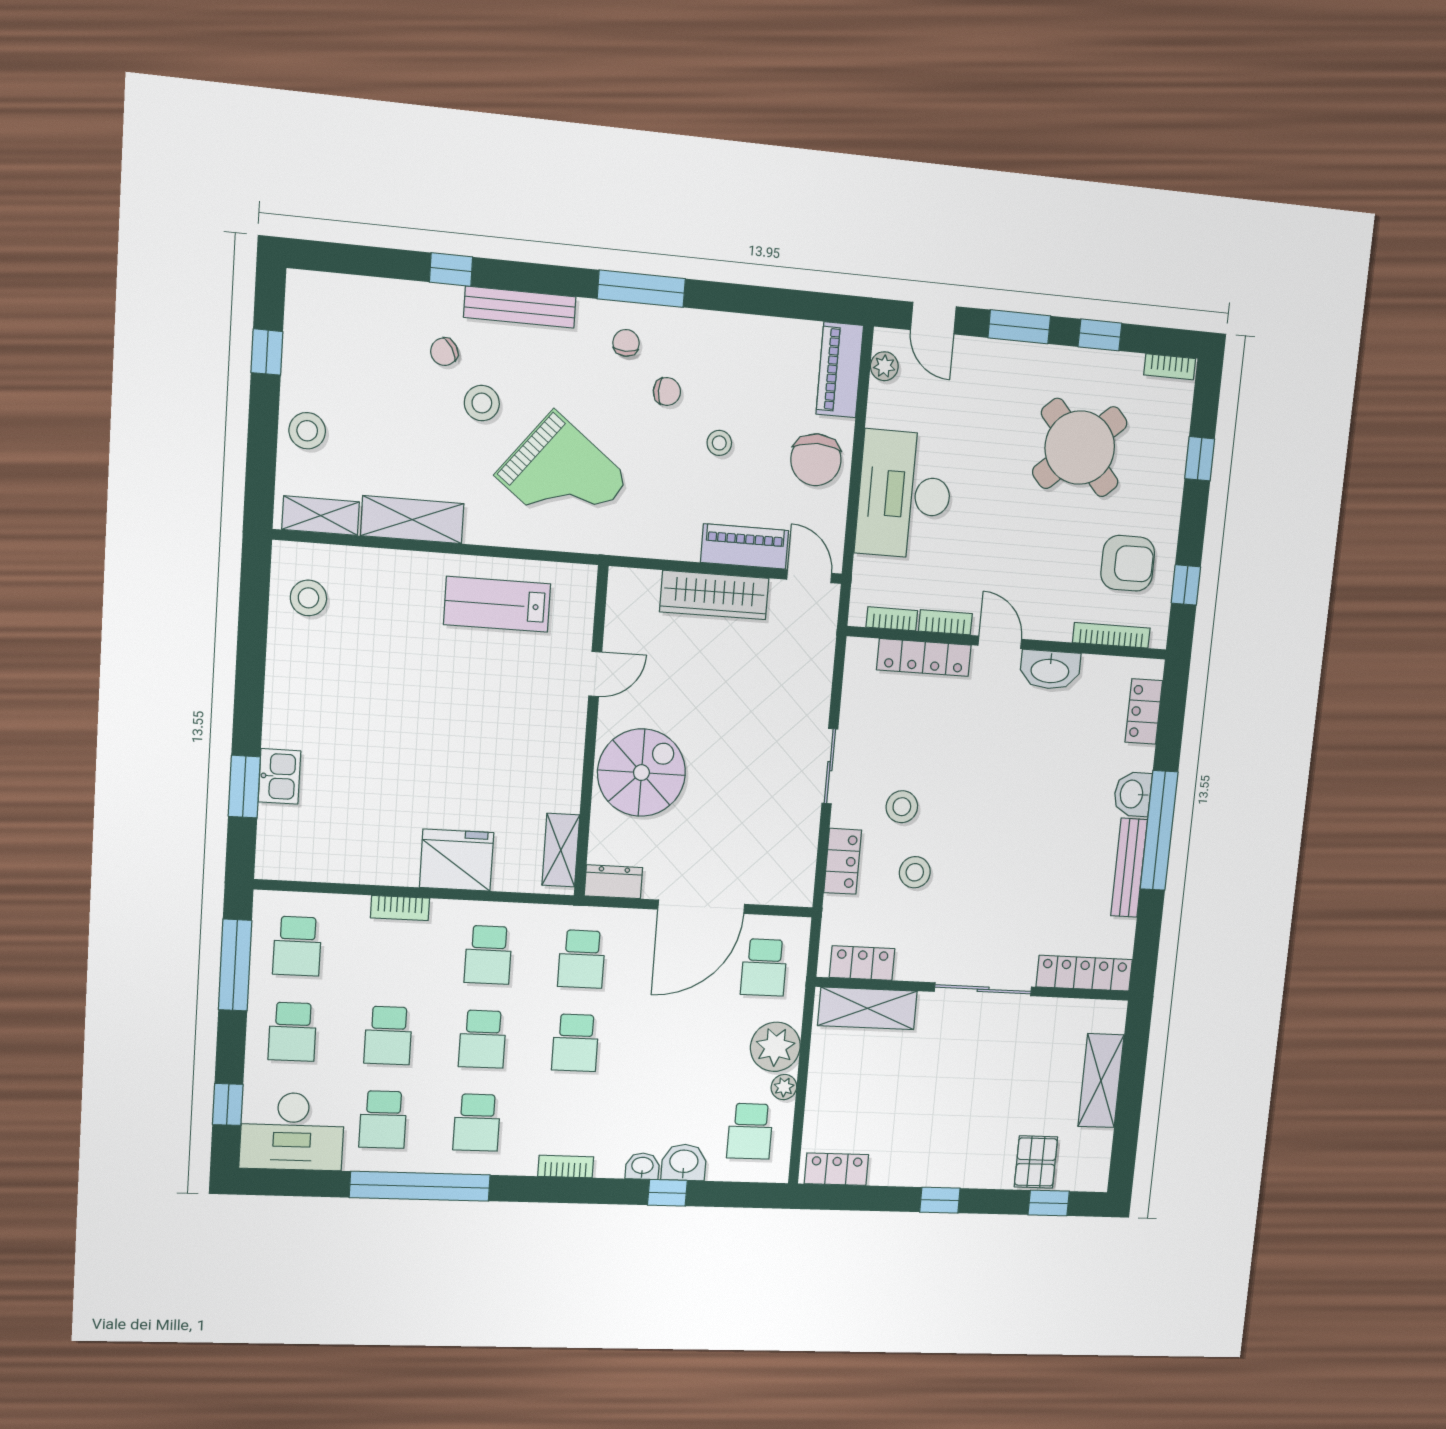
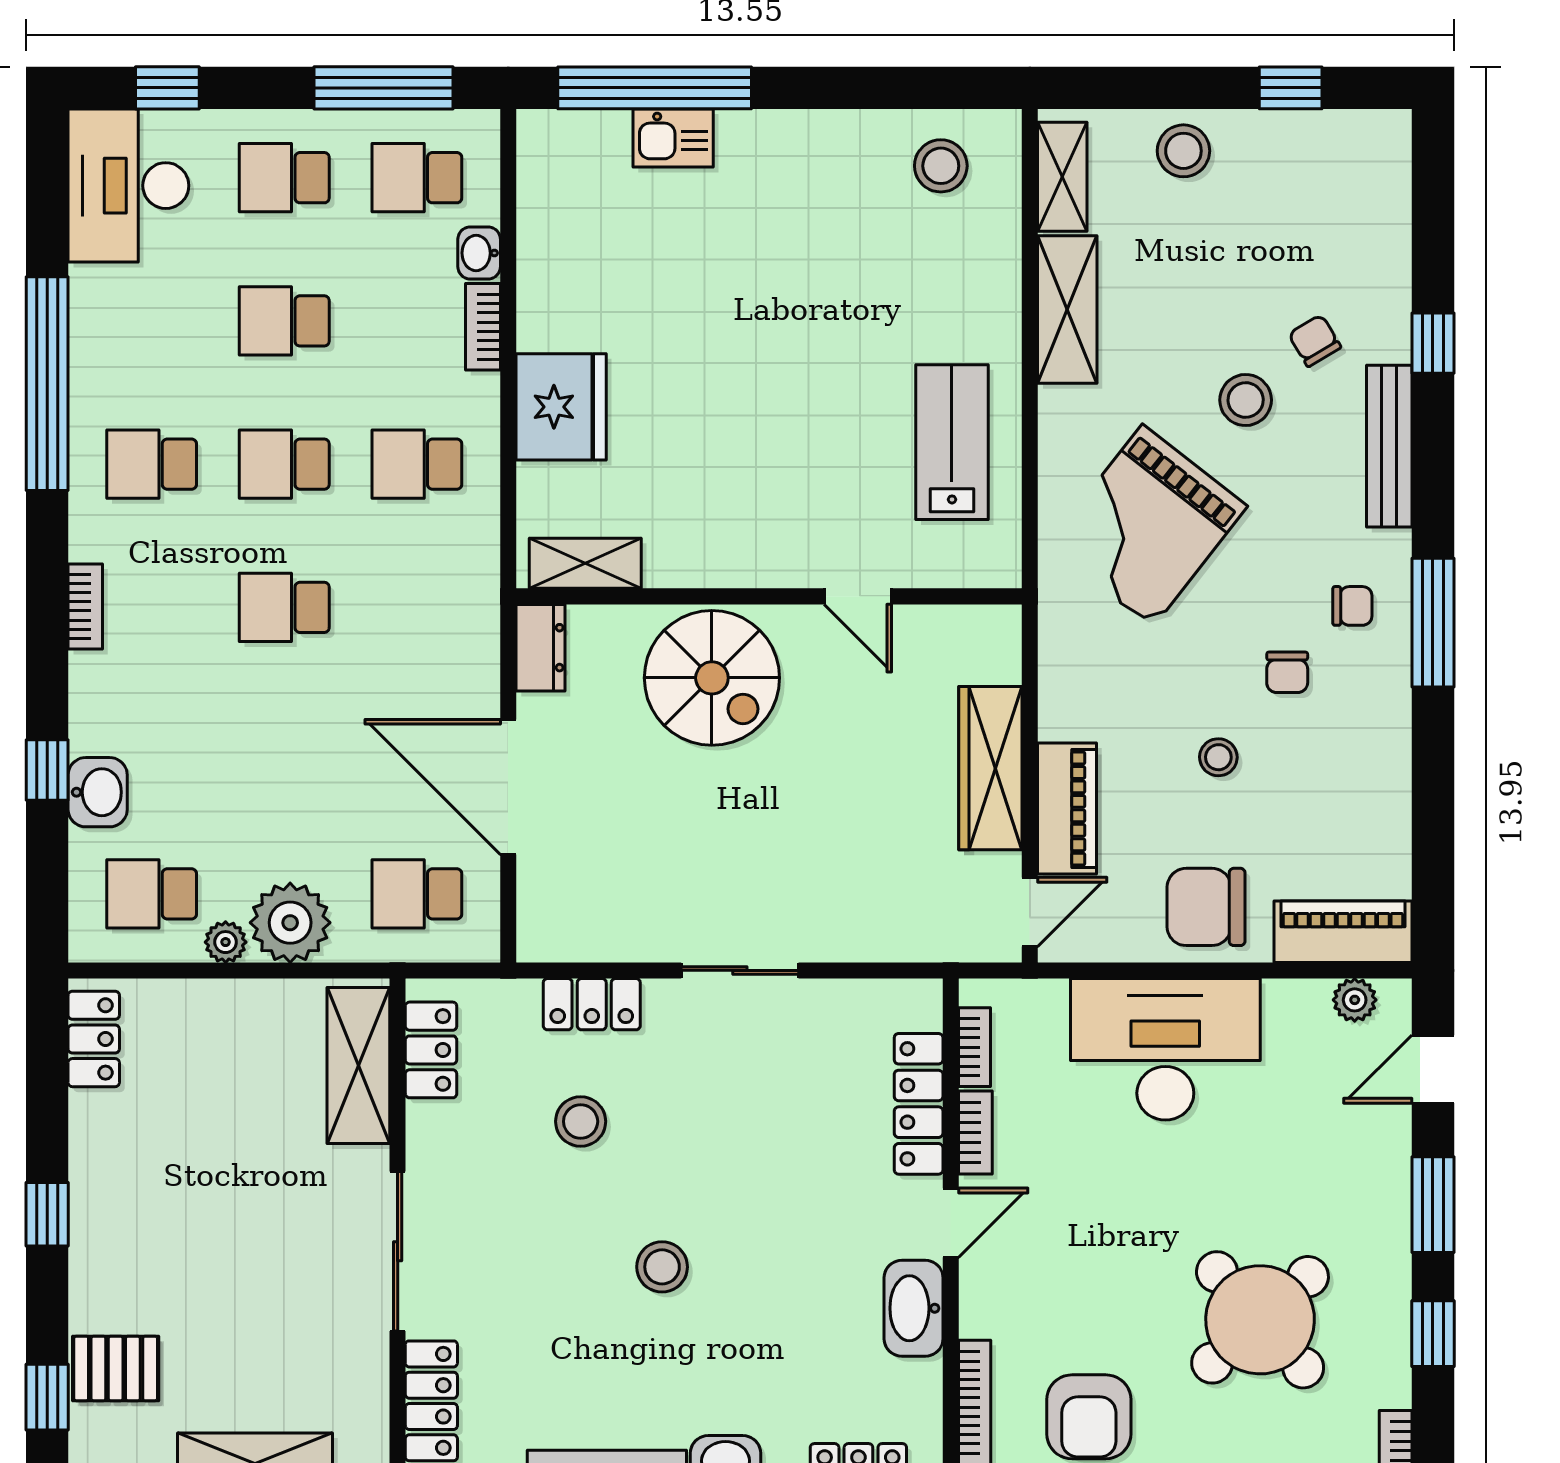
window: (244, 787) -> (655, 88), width x2.11
stool: (902, 807) -> (662, 1267), moved
school desk: (582, 959) -> (417, 607), removed
school desk: (383, 1120) -> (152, 321), removed
washbasin: (642, 1166) -> (479, 253), moved, turned 180

